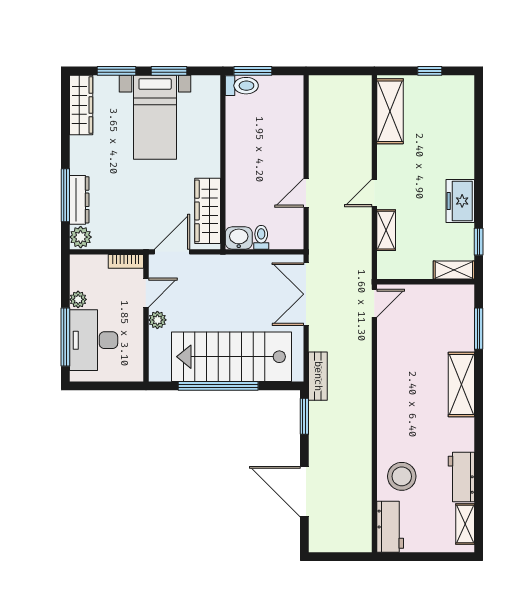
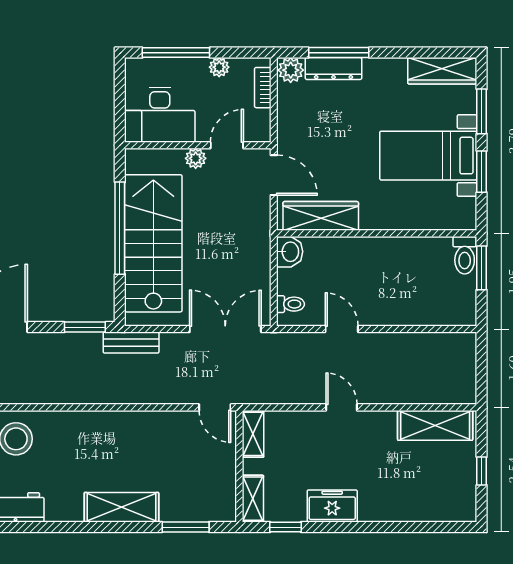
shelving: (386, 230) -> (253, 434), moved, turned 90
toilet: (261, 237) -> (290, 304), moved
bookcase: (126, 261) -> (263, 88), moved
door: (146, 293) -> (227, 145), swing flipped
desk: (94, 340) -> (160, 115), moved, turned 180

